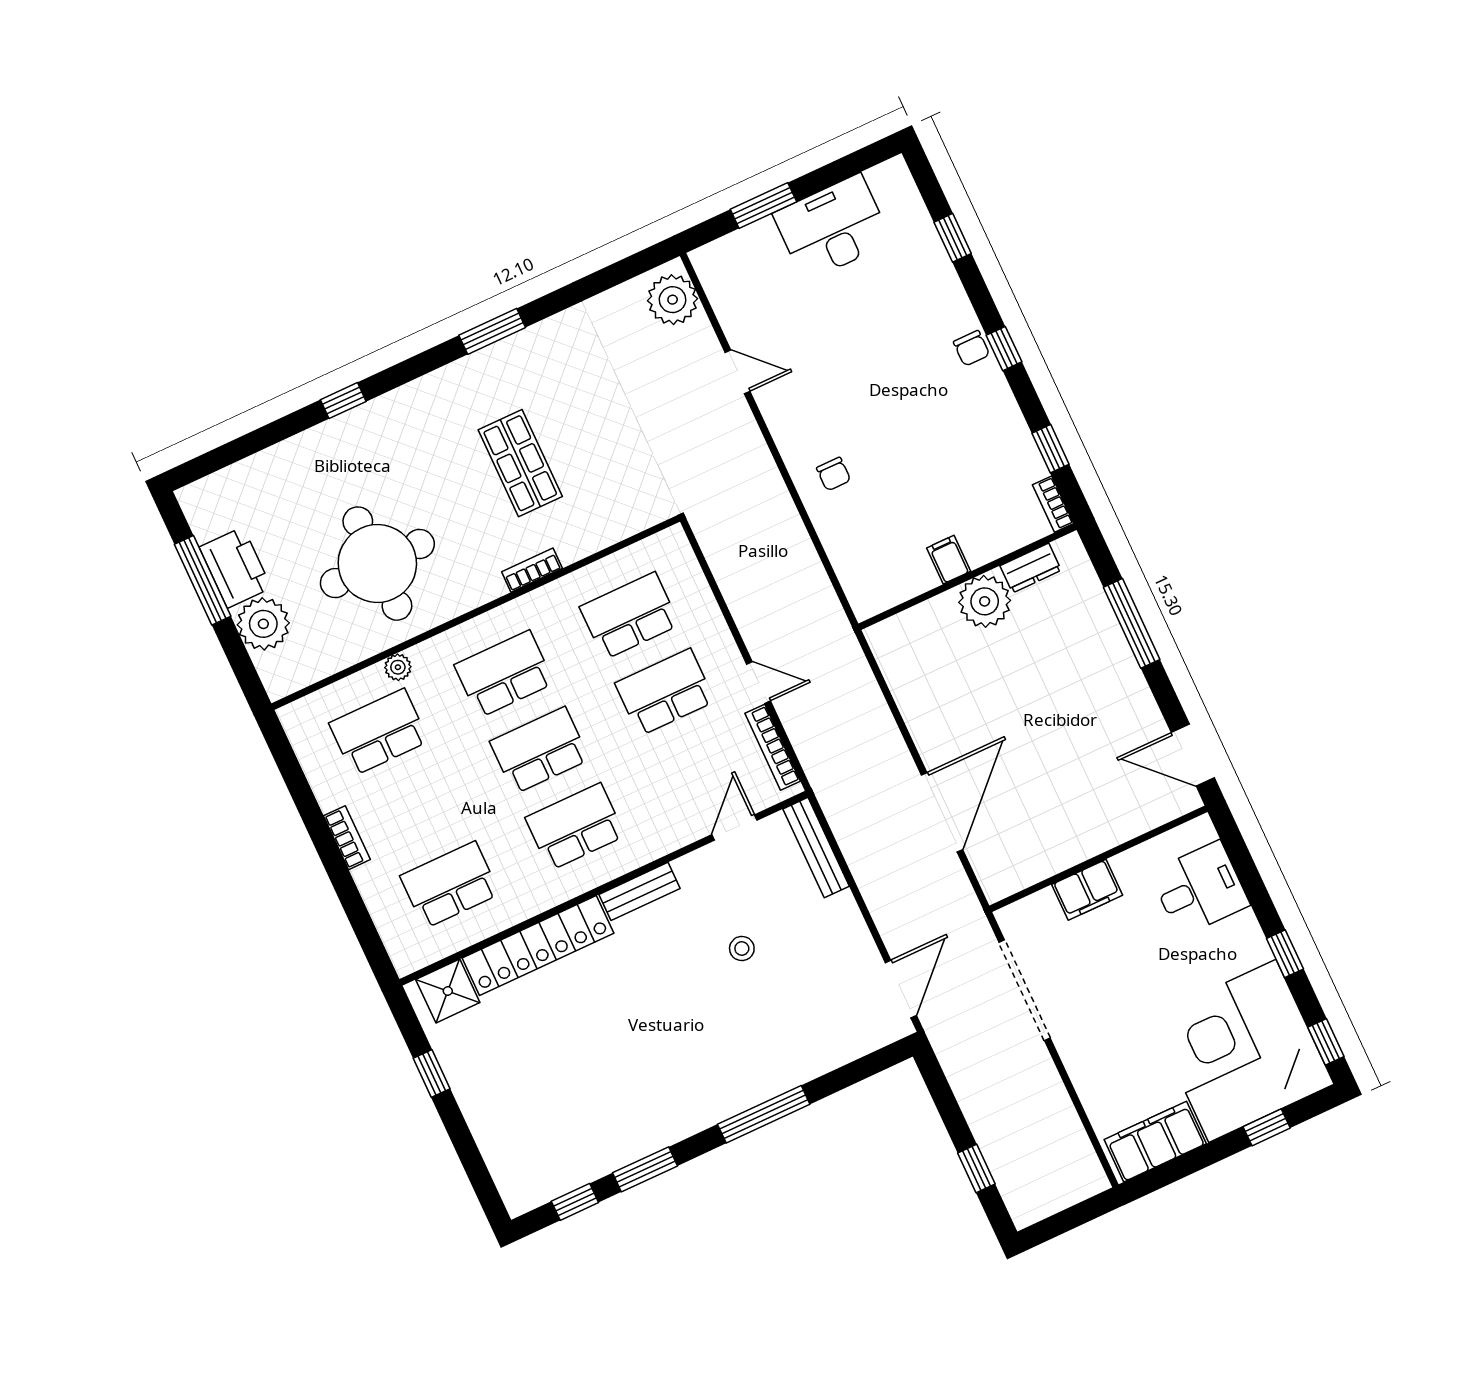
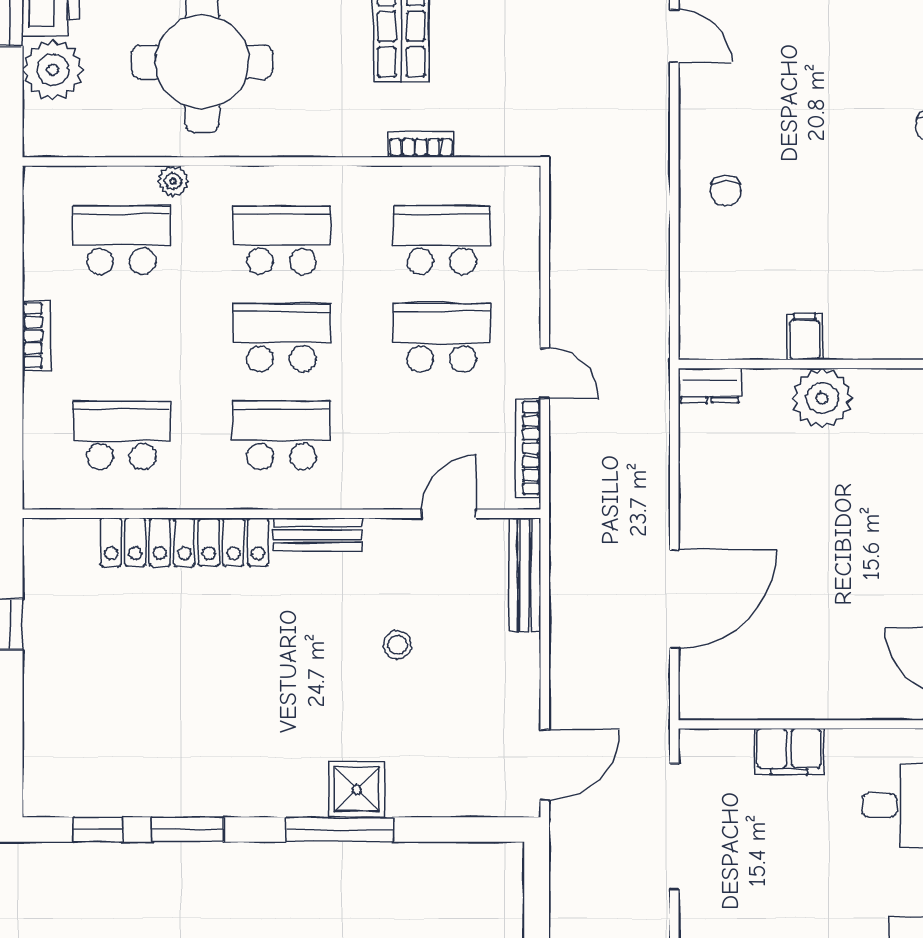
dresser: (1031, 568) -> (710, 386), moved
bookcase: (532, 570) -> (421, 144), moved
shower: (448, 991) -> (357, 789), moved

